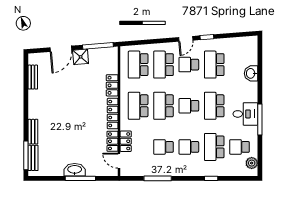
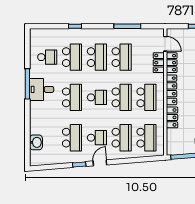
washbasin: (251, 73) -> (36, 142), moved
school desk: (164, 147) -> (122, 57), width x1.85
school desk: (189, 147) -> (97, 57), width x1.85
plant: (252, 163) -> (35, 41), removed

